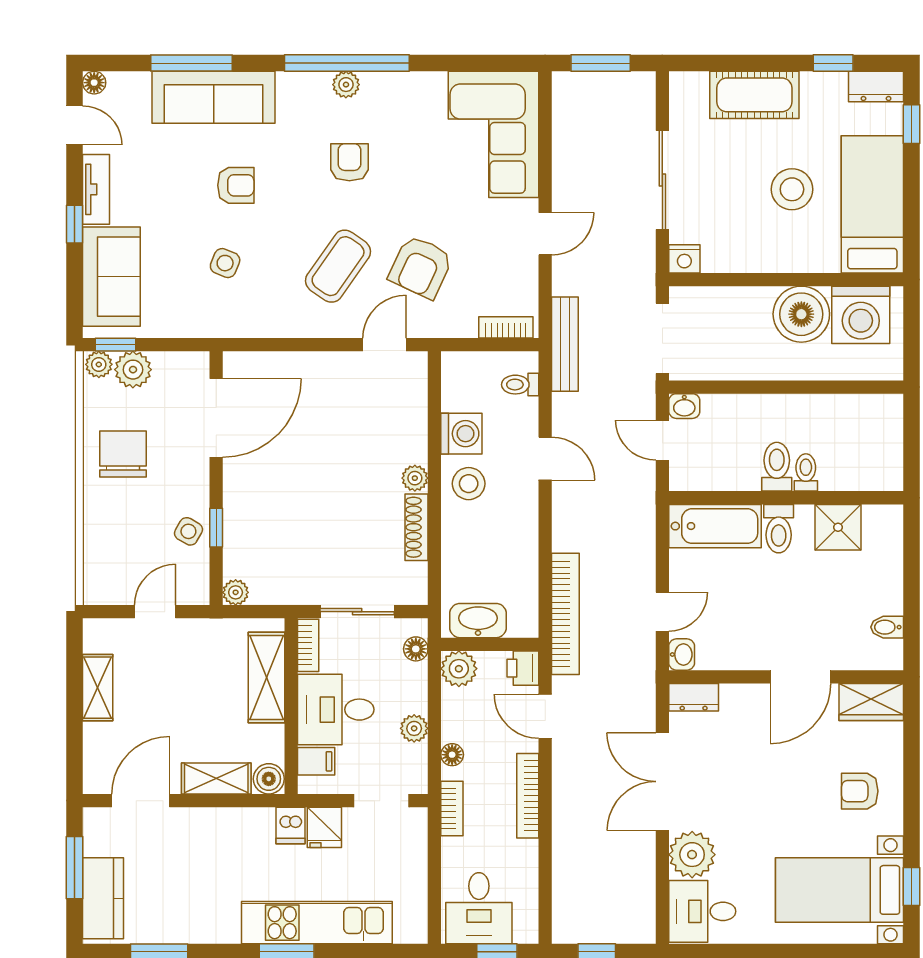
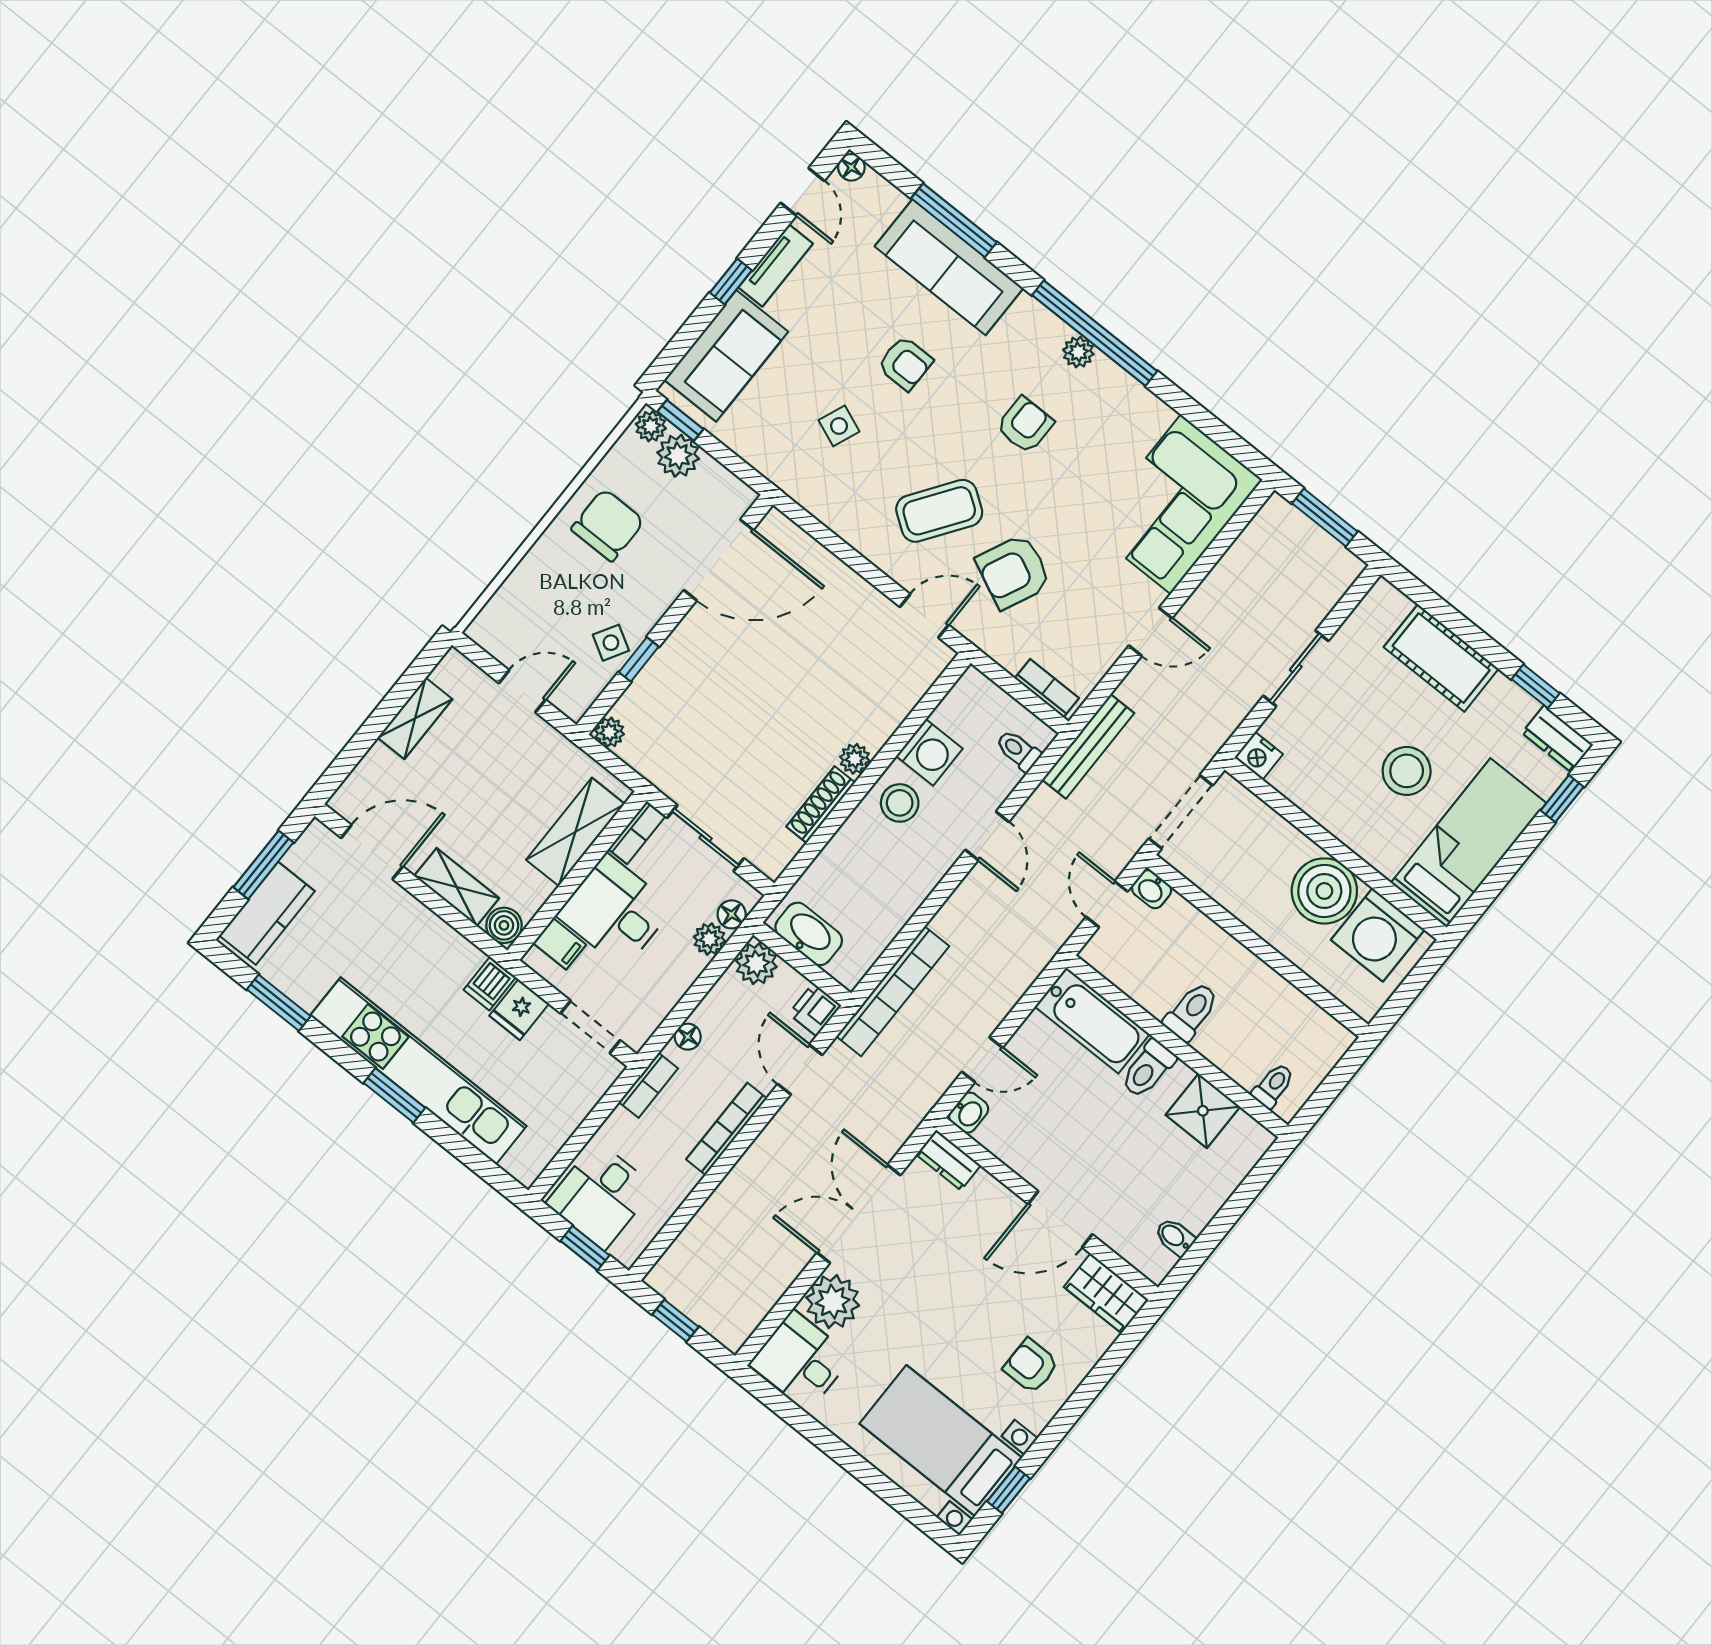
sliding door: (662, 180) -> (1296, 668), width x0.73
toilet: (806, 472) -> (1273, 1086), moved
plant: (414, 728) -> (709, 939), moved
kitchen unit: (317, 923) -> (418, 1071), width x1.36

